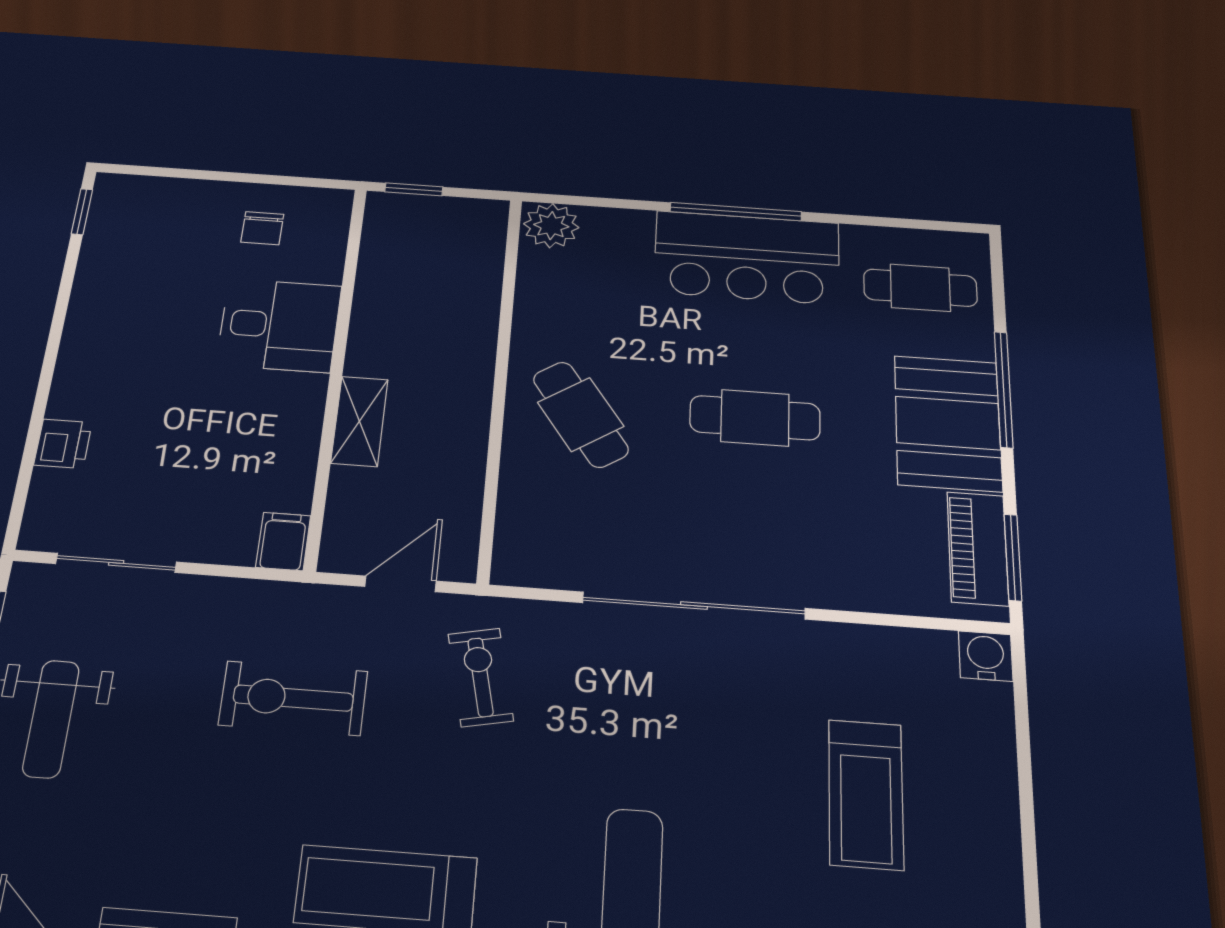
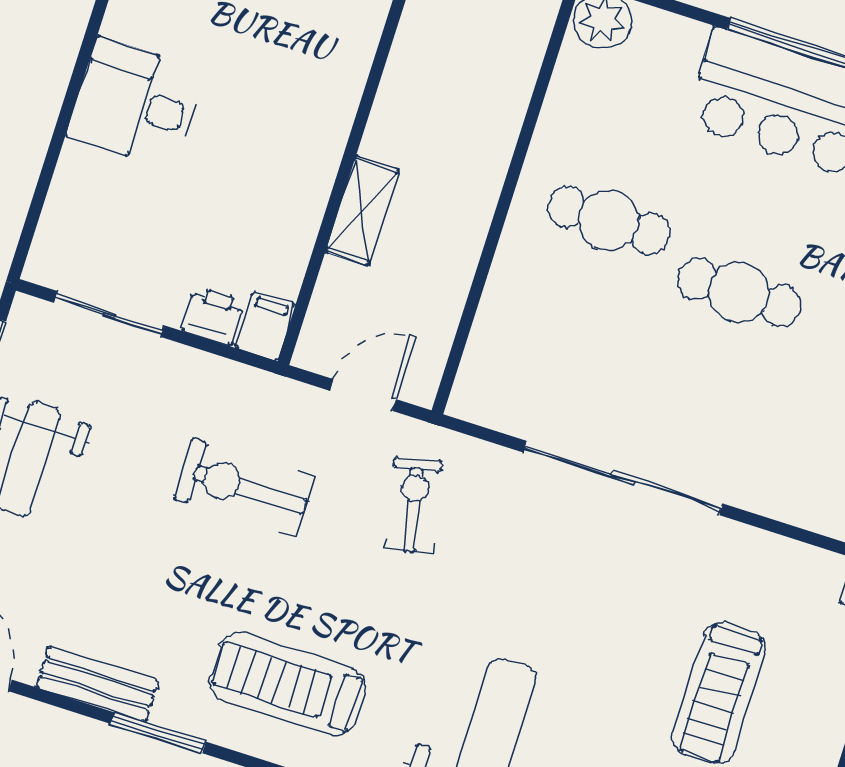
desk: (279, 325) -> (135, 103), moved, turned 180
cafe table: (581, 414) -> (608, 220), moved, turned -56
printer: (63, 444) -> (213, 316), moved, turned -90

